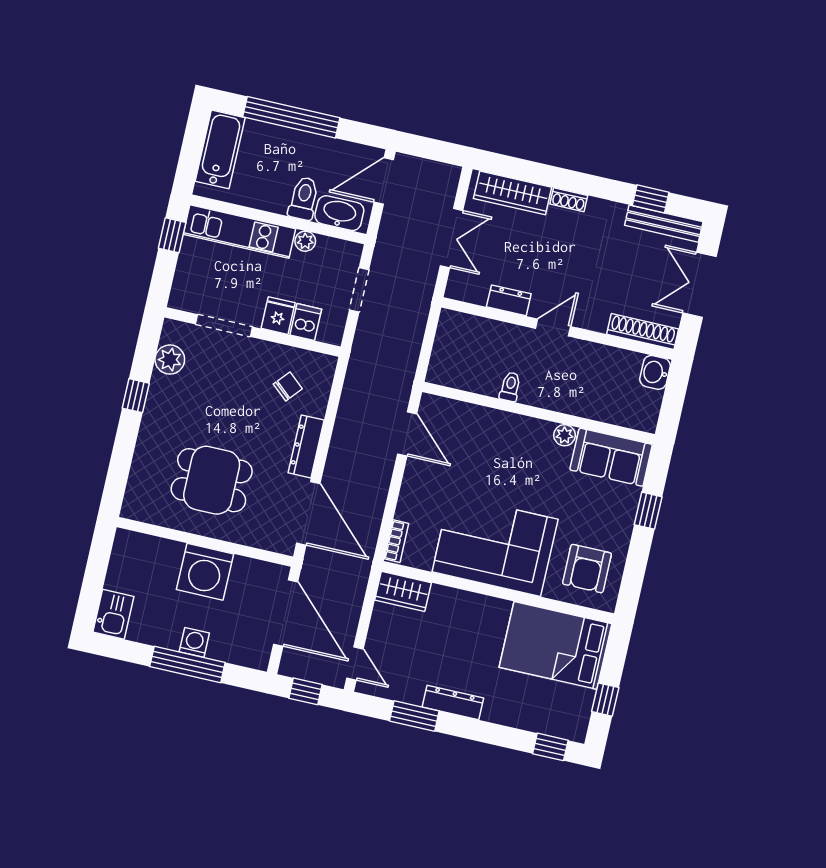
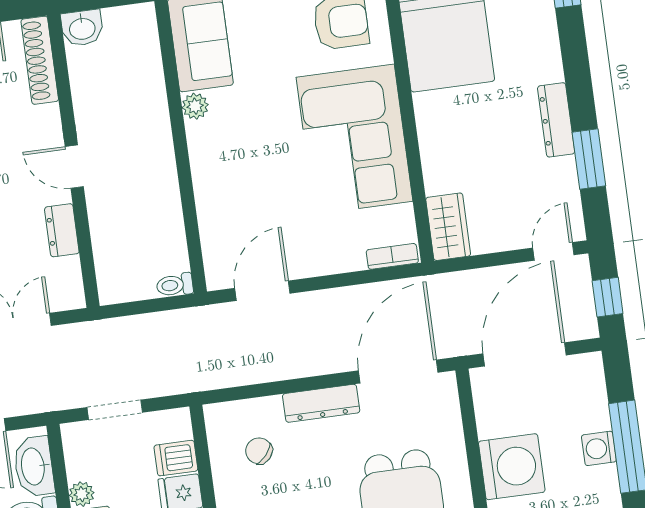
toilet: (510, 387) -> (175, 285), moved

